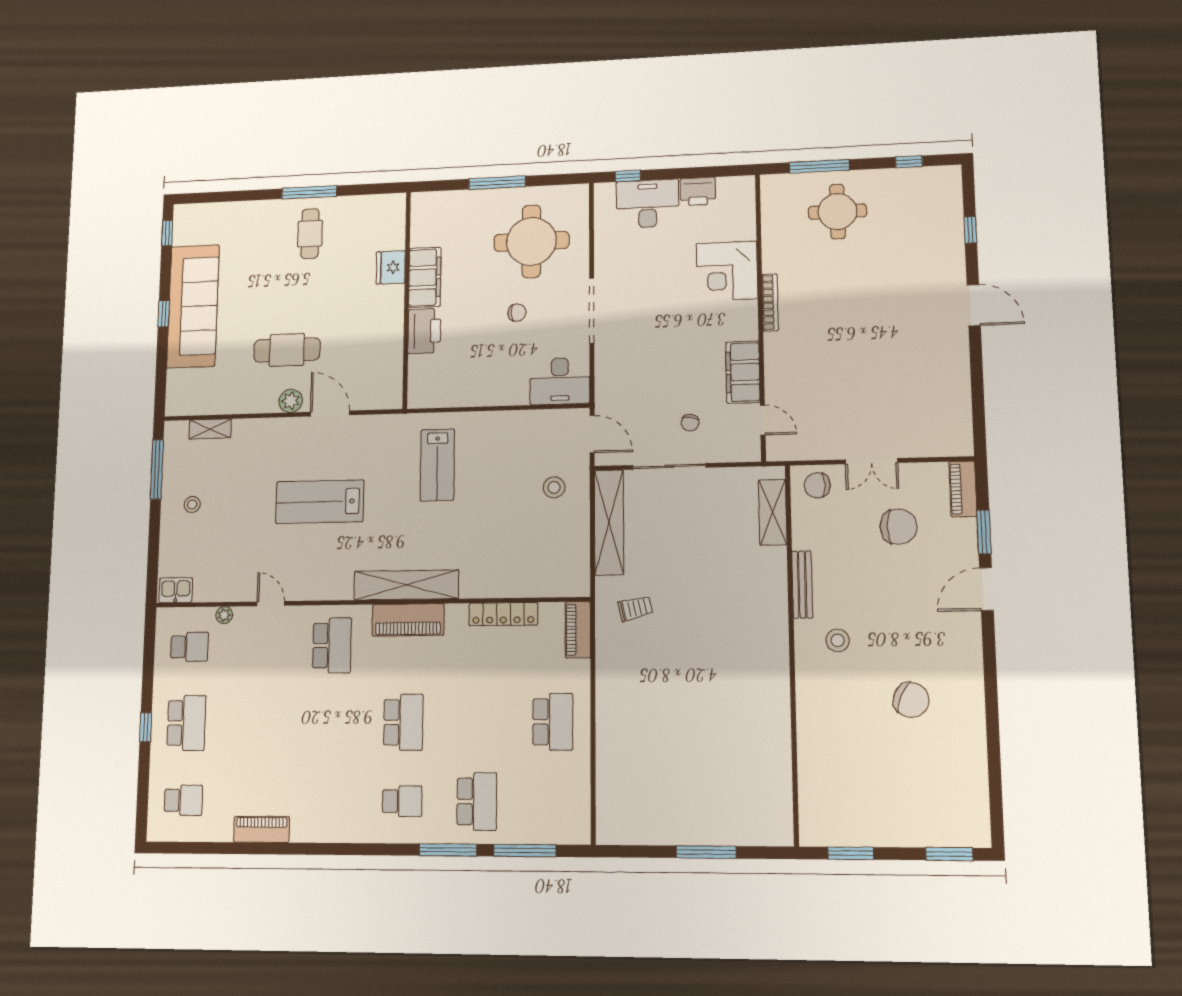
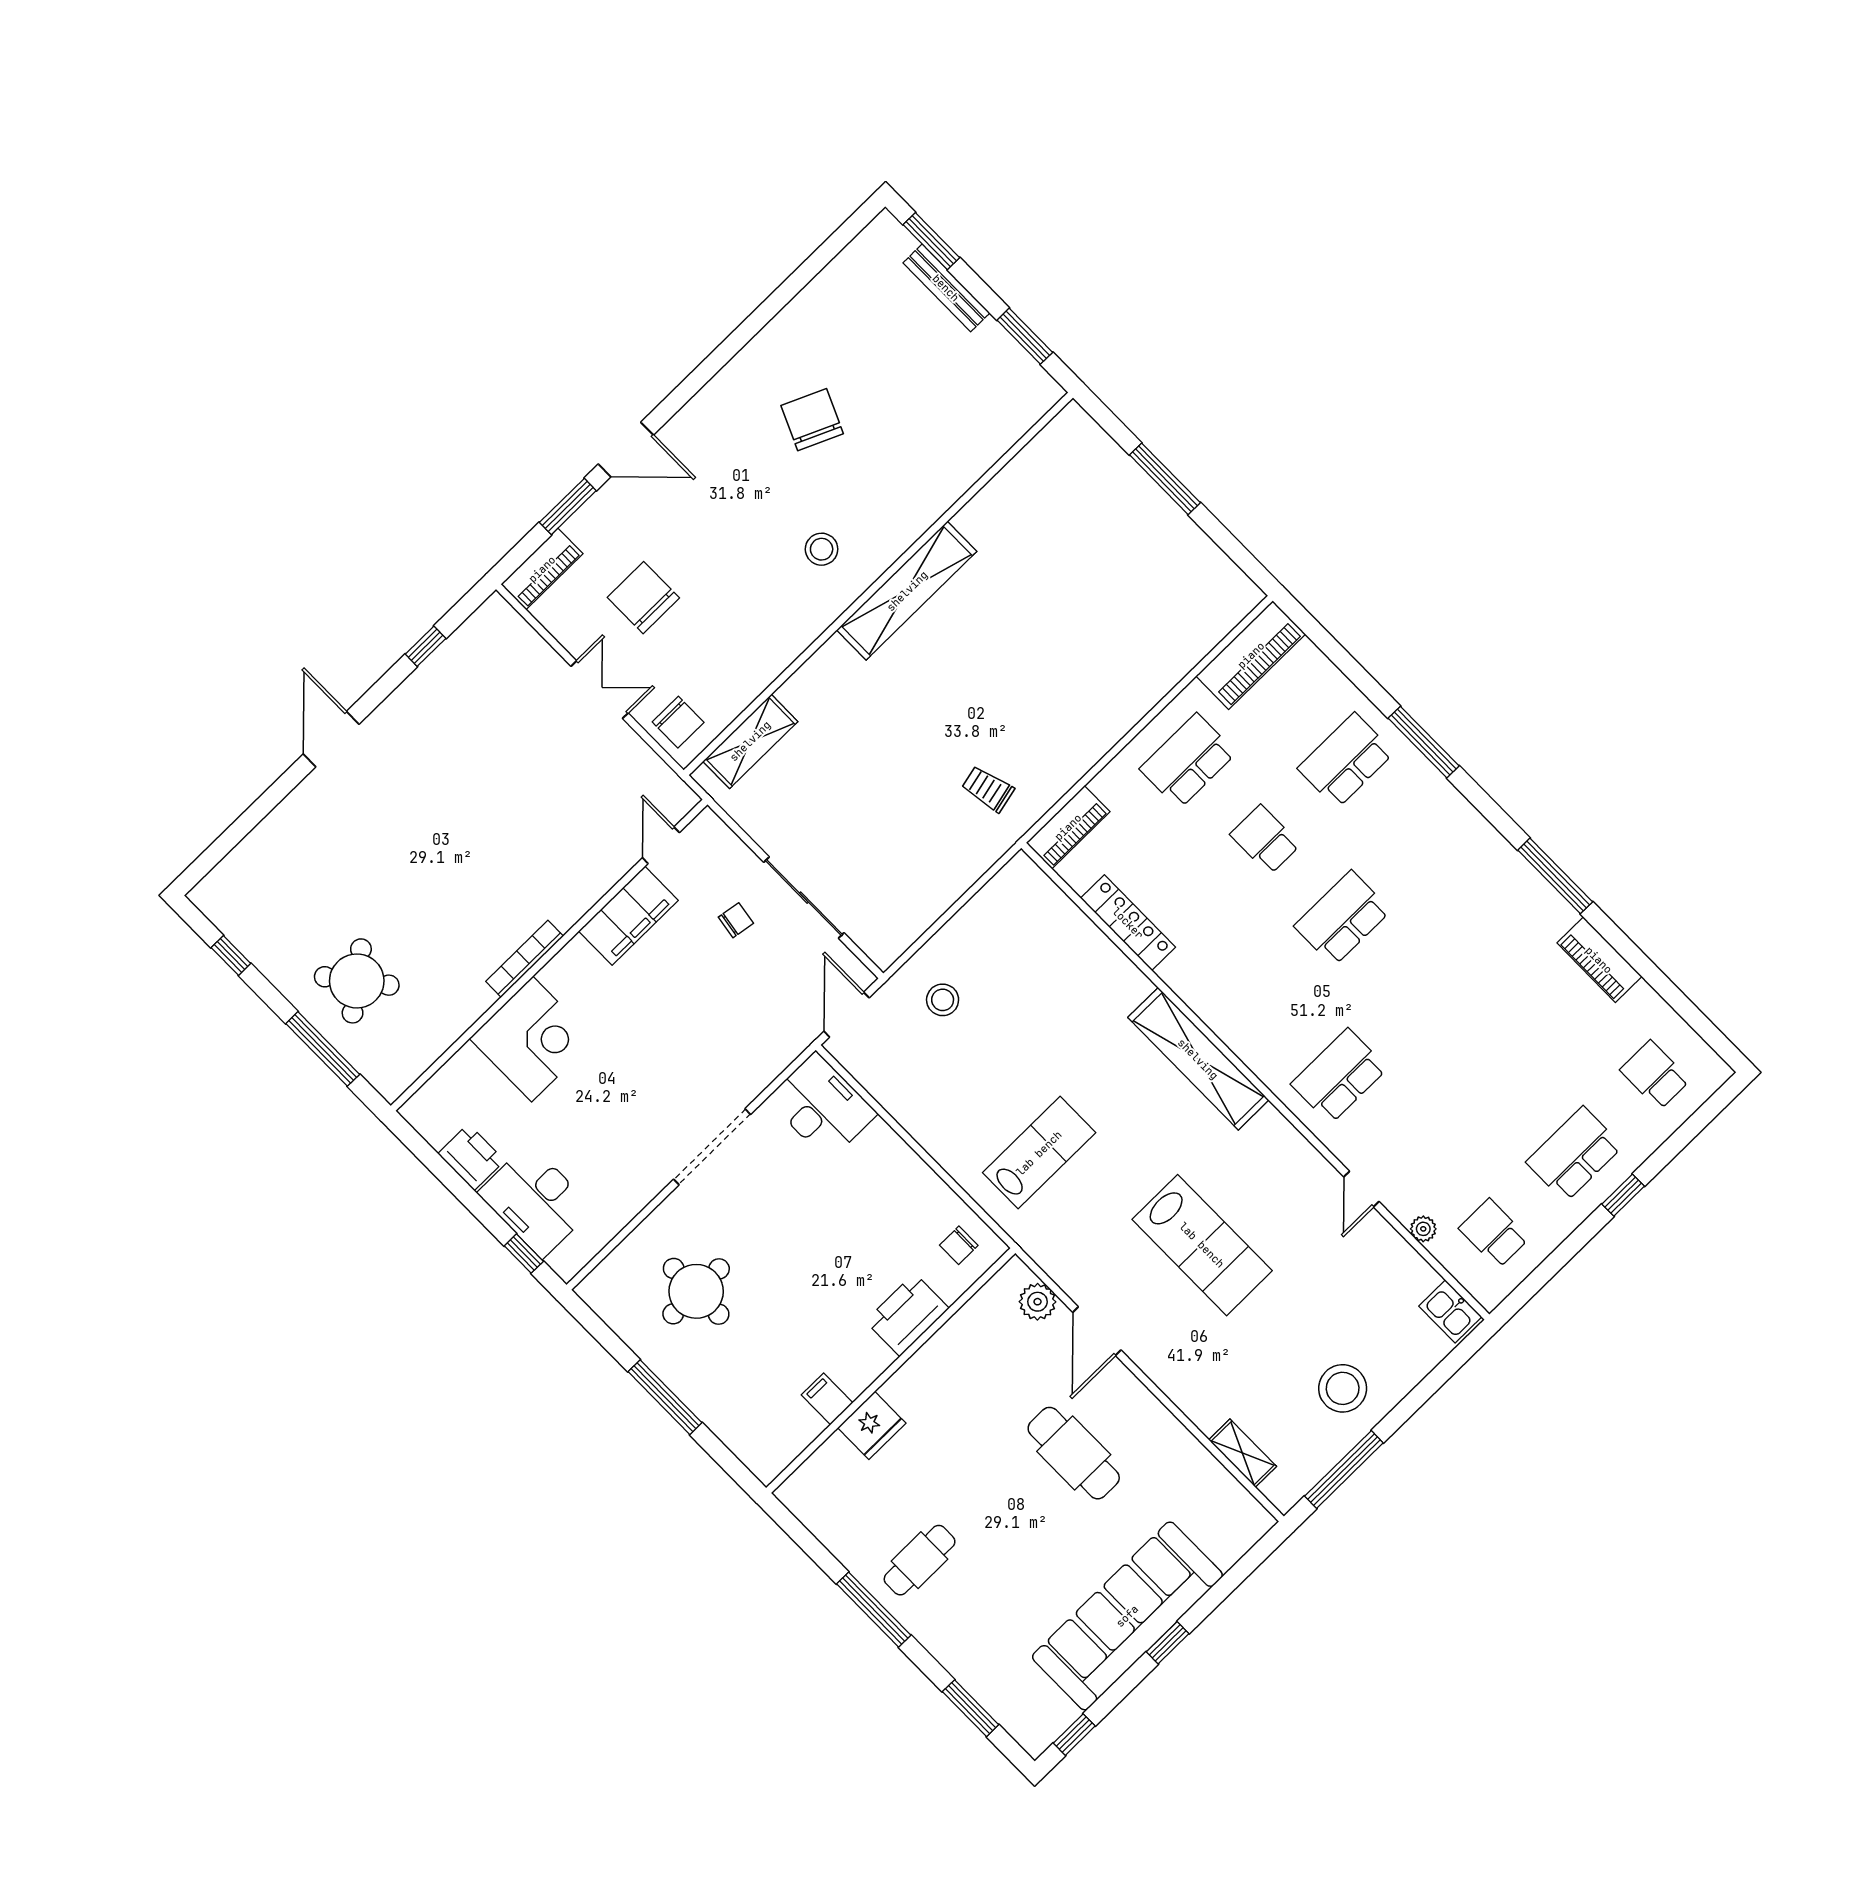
window: (224, 197) -> (971, 1708), added
round table: (837, 212) -> (357, 981), turned -38
window: (970, 230) -> (426, 646), moved
round table: (531, 241) -> (696, 1291), width x0.73, depth x0.73
filing cabinet: (425, 277) -> (827, 1399), width x0.33, depth x0.86
chair: (517, 313) -> (959, 1245), moved, turned -88
plant: (291, 401) -> (1038, 1302), moved
stool: (192, 505) -> (1343, 1388), width x1.89, depth x1.89
shelving: (609, 522) -> (907, 591), moved
bench: (802, 585) -> (946, 288), moved, turned 90
piano: (408, 620) -> (1251, 655), moved, turned 90
school desk: (402, 801) -> (1265, 840), moved
window: (525, 851) -> (1555, 876), moved

